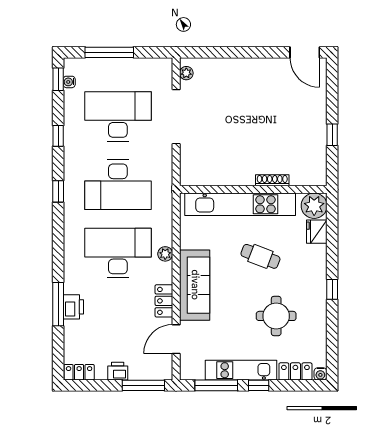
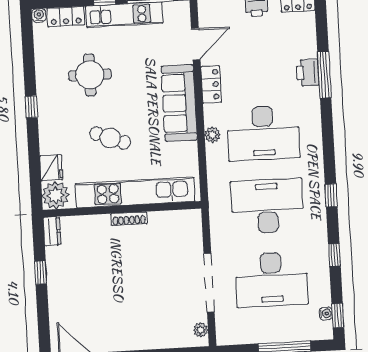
dresser: (319, 173) -> (52, 231), added
shoe rack: (272, 180) -> (129, 219), moved

